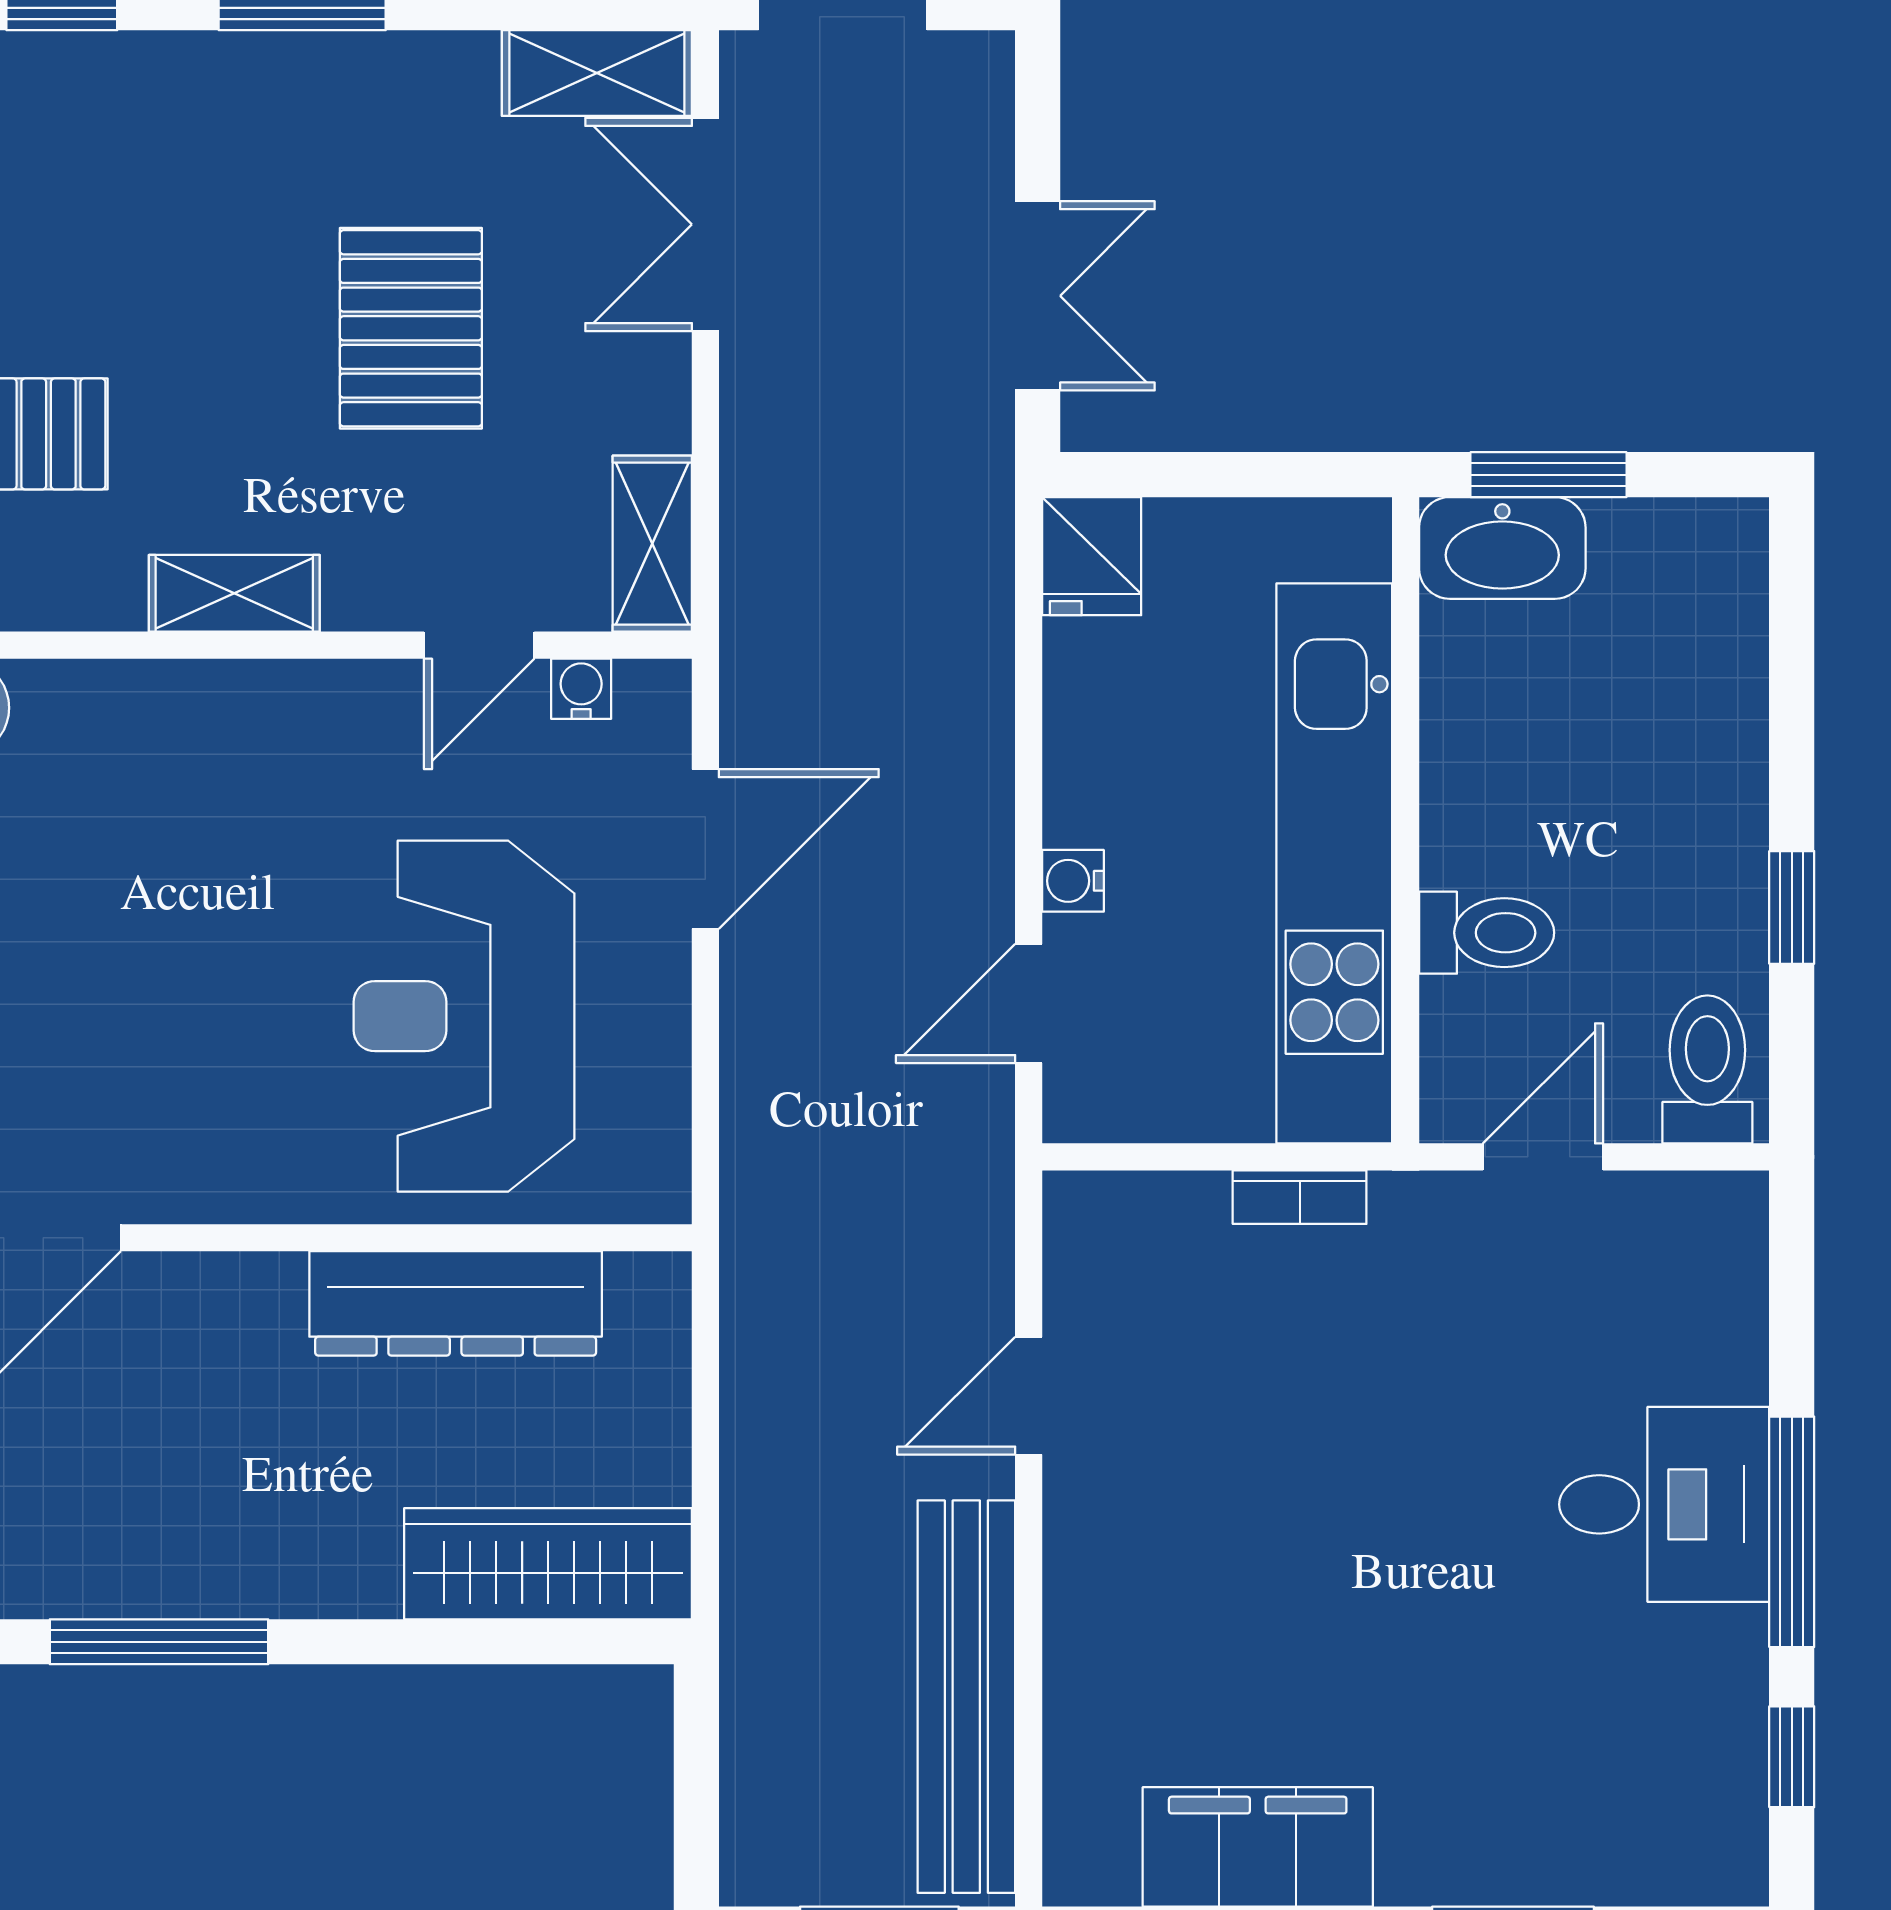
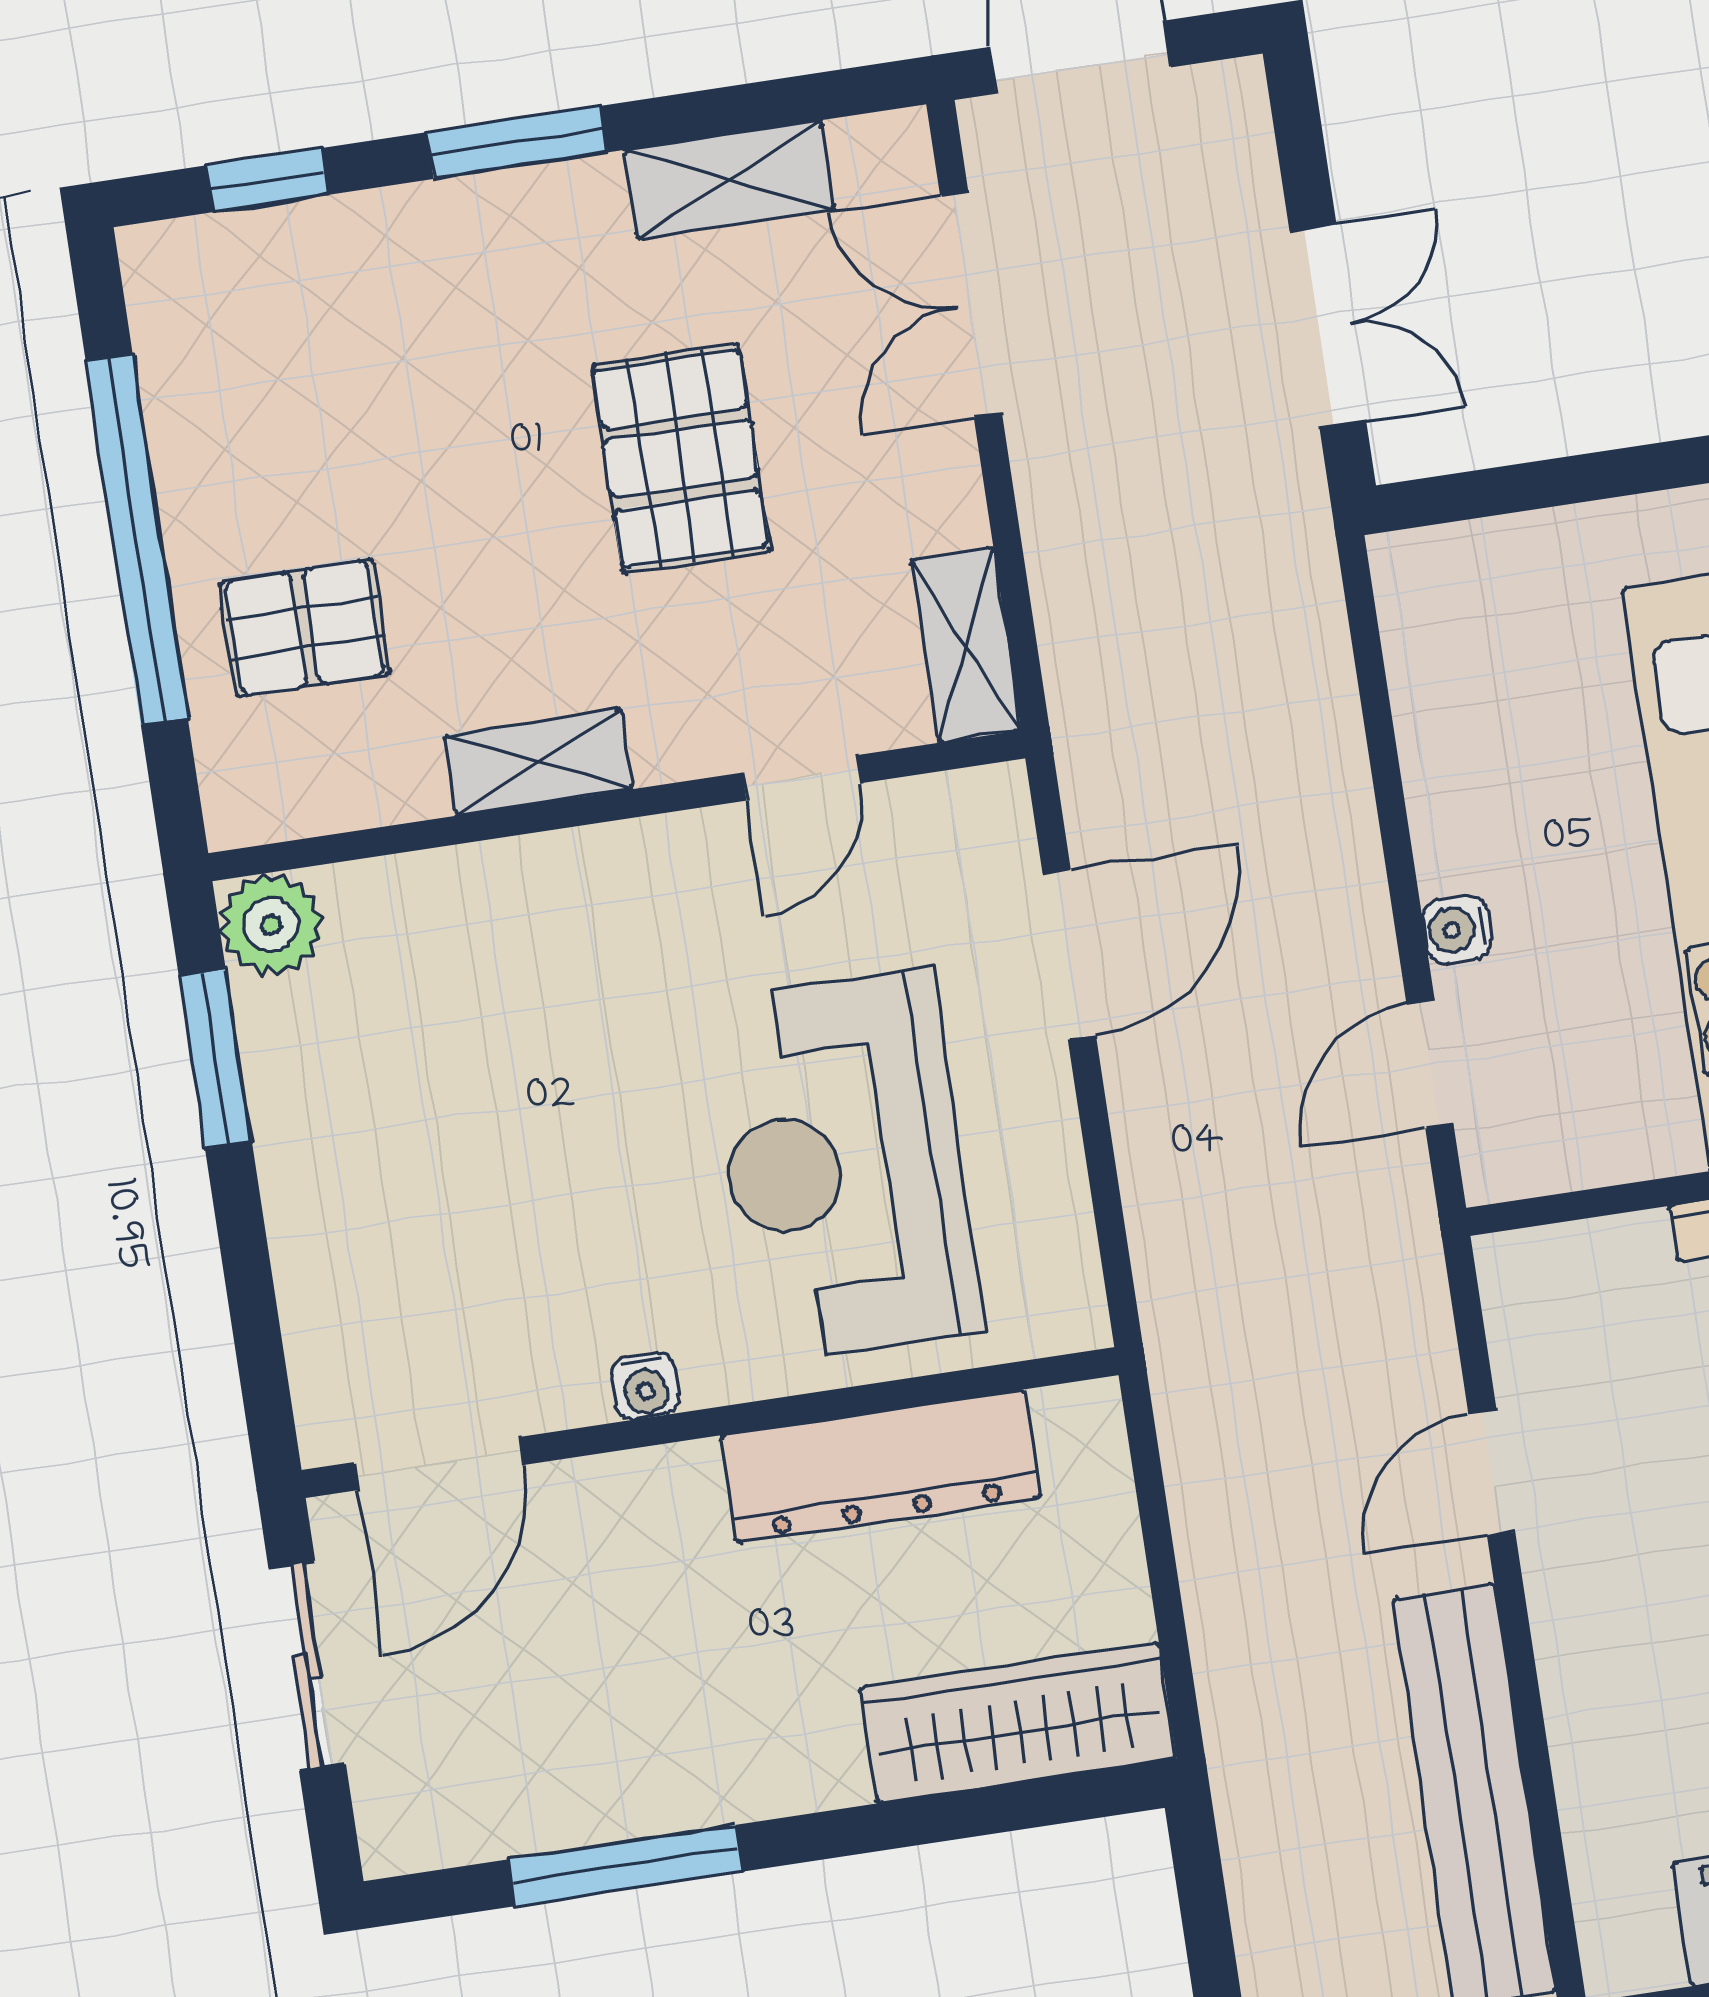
shelving: (597, 73) -> (729, 180), moved
fridge: (1092, 556) -> (1425, 589), removed
water cooler: (581, 689) -> (645, 1386), moved, turned 180

